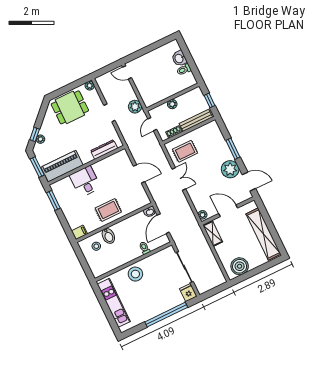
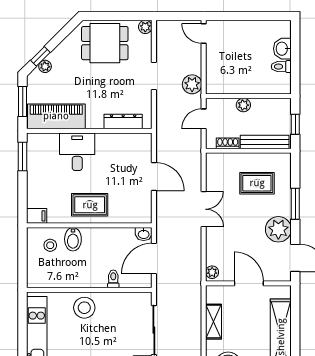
rug: (185, 151) -> (257, 183), moved
shelving: (213, 234) -> (214, 322), moved

